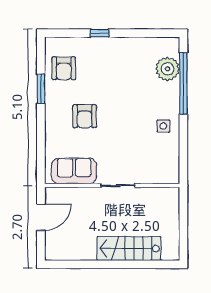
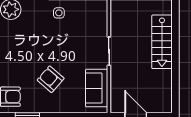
armchair: (85, 116) -> (51, 79), turned -139

